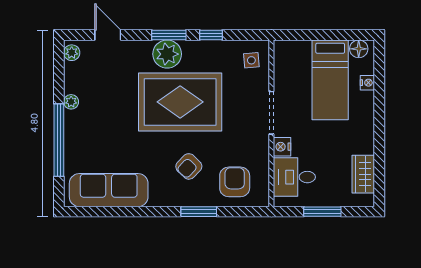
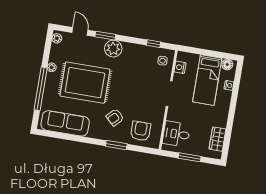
window: (169, 35) -> (105, 36), moved
window: (211, 35) -> (154, 44), moved
rug: (180, 102) -> (85, 83), moved
nightstand: (282, 147) -> (180, 67), moved

